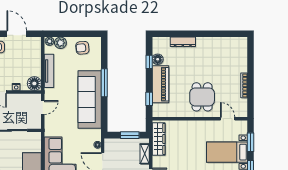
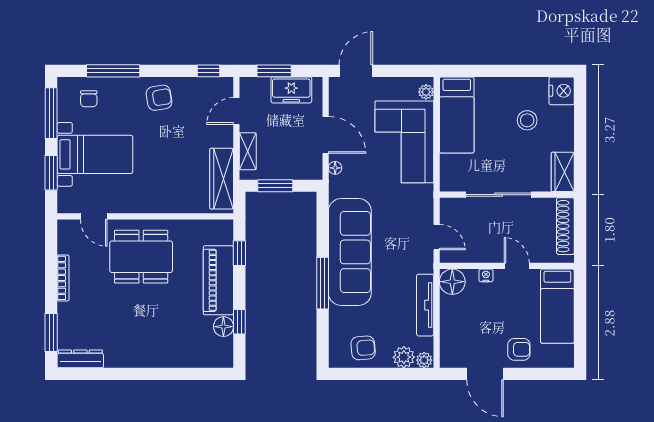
dresser: (183, 42) -> (80, 359), moved
window: (251, 56) -> (51, 333), added
dining table: (202, 97) -> (141, 257), width x1.37
door: (43, 107) -> (437, 237), swing flipped

